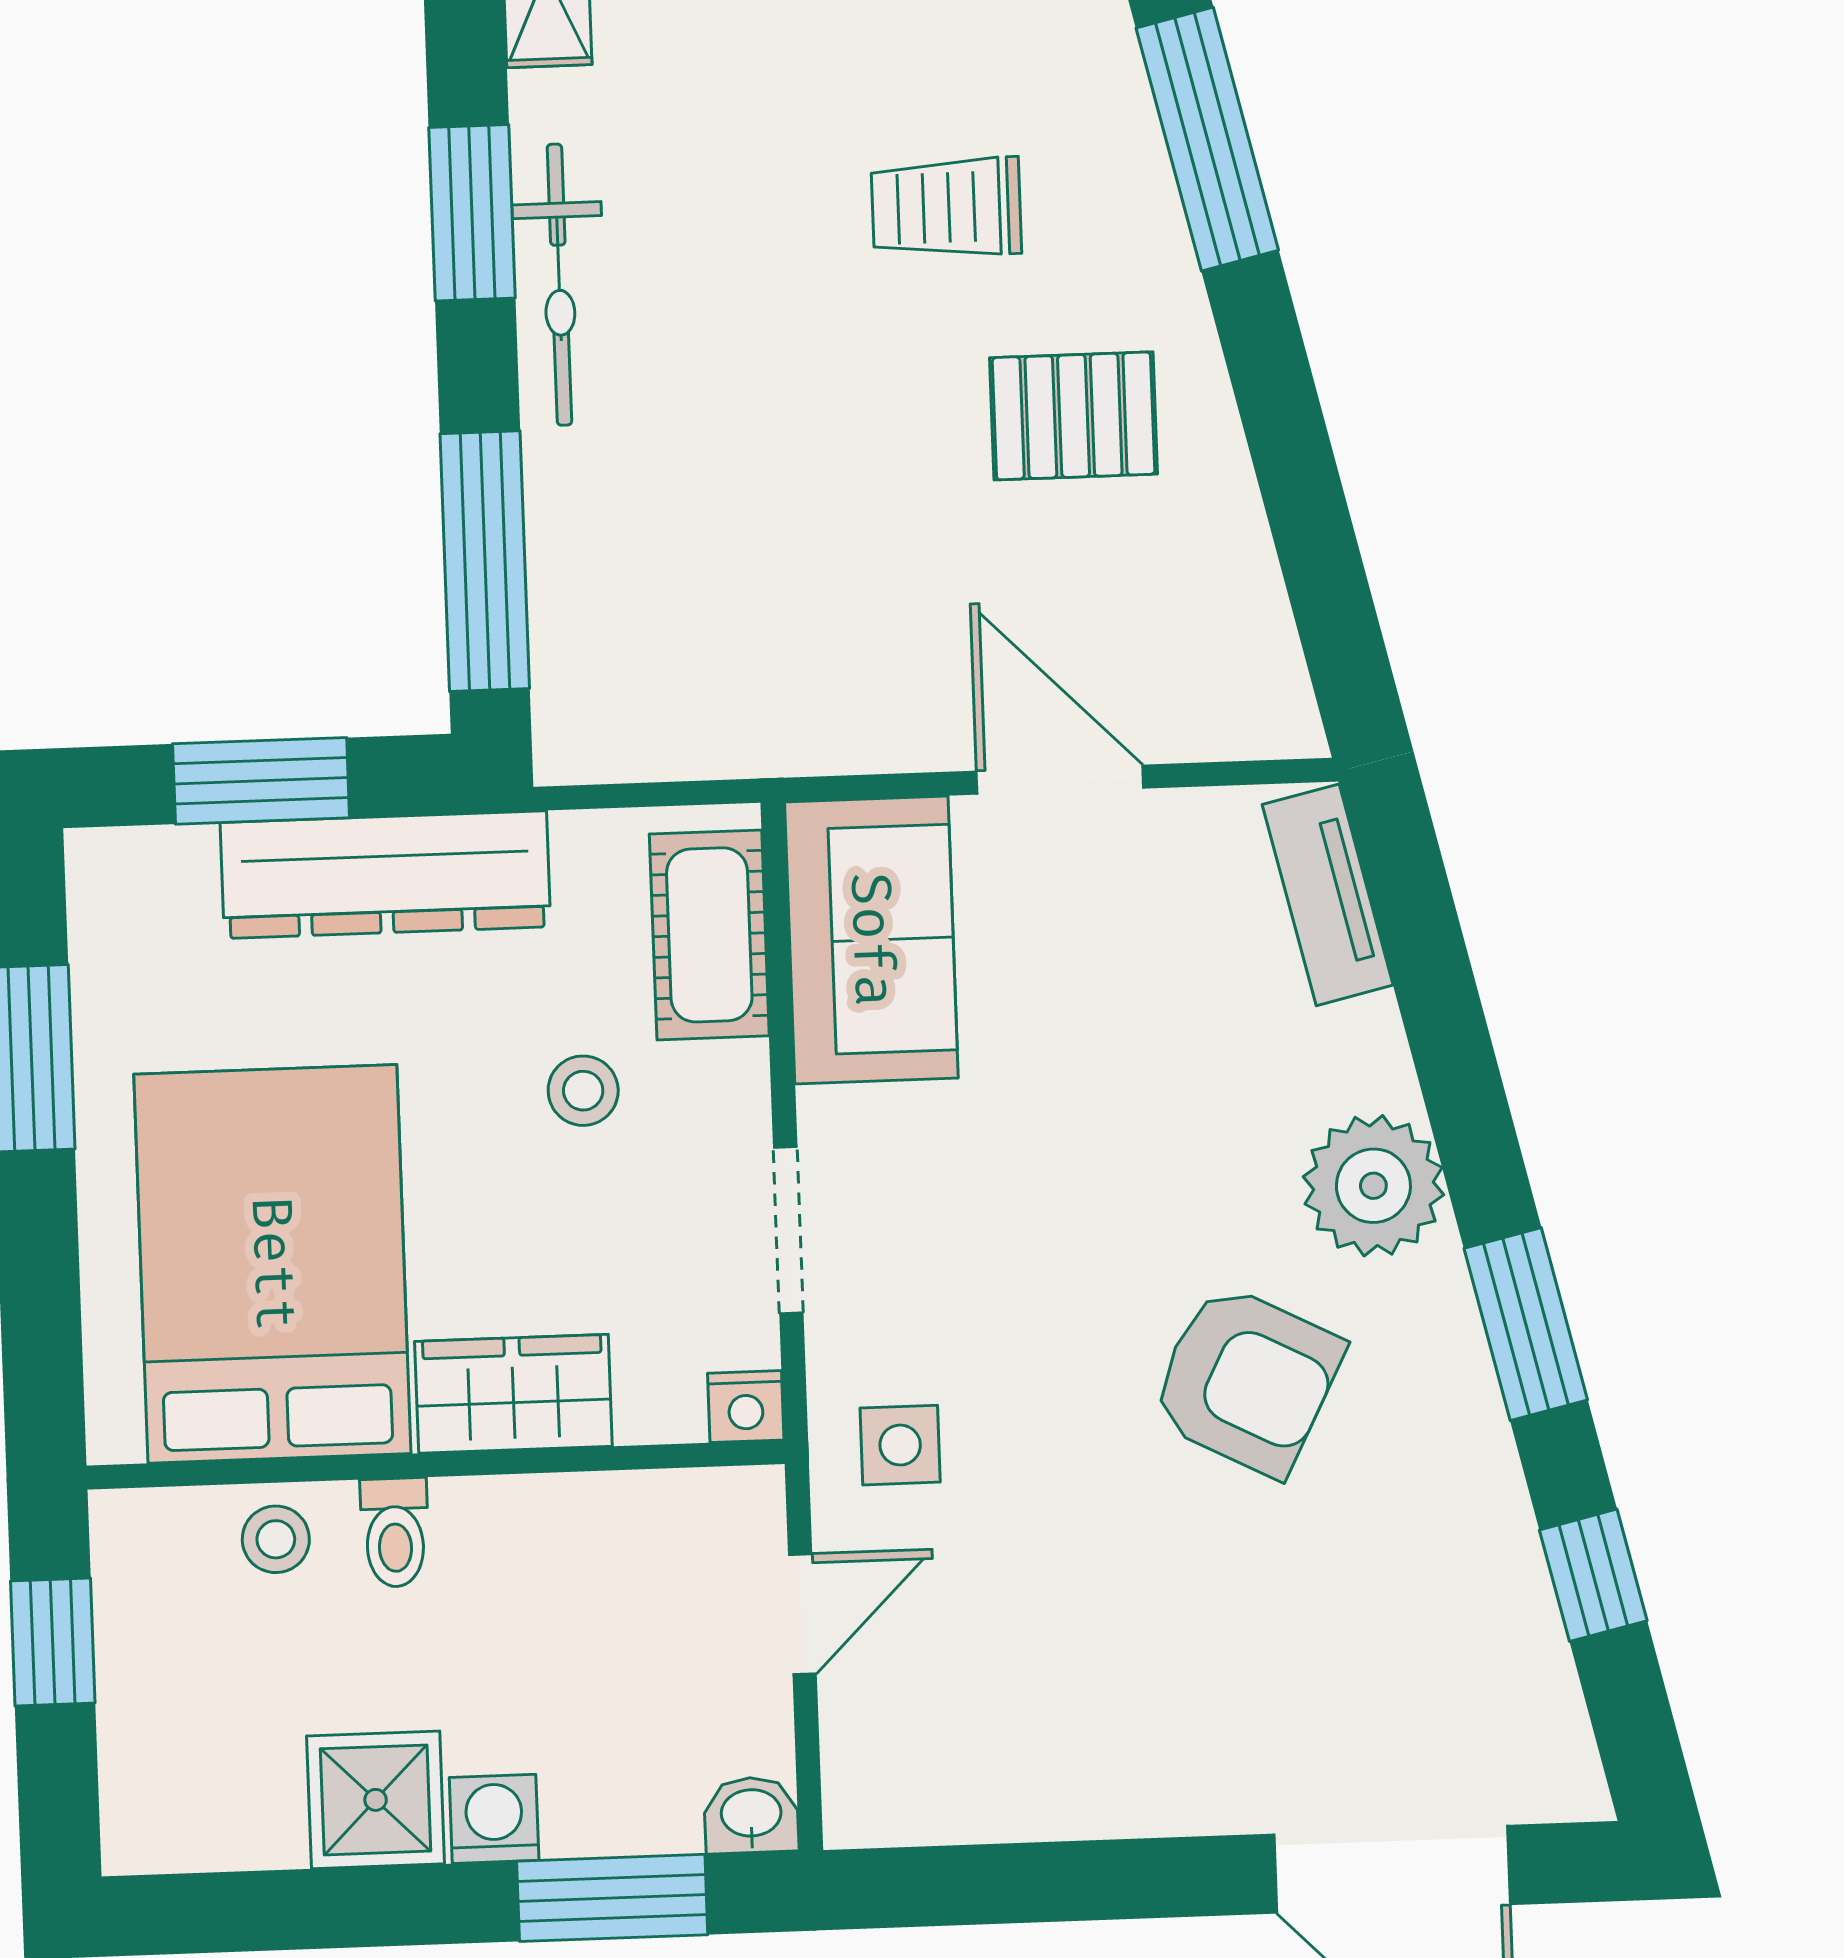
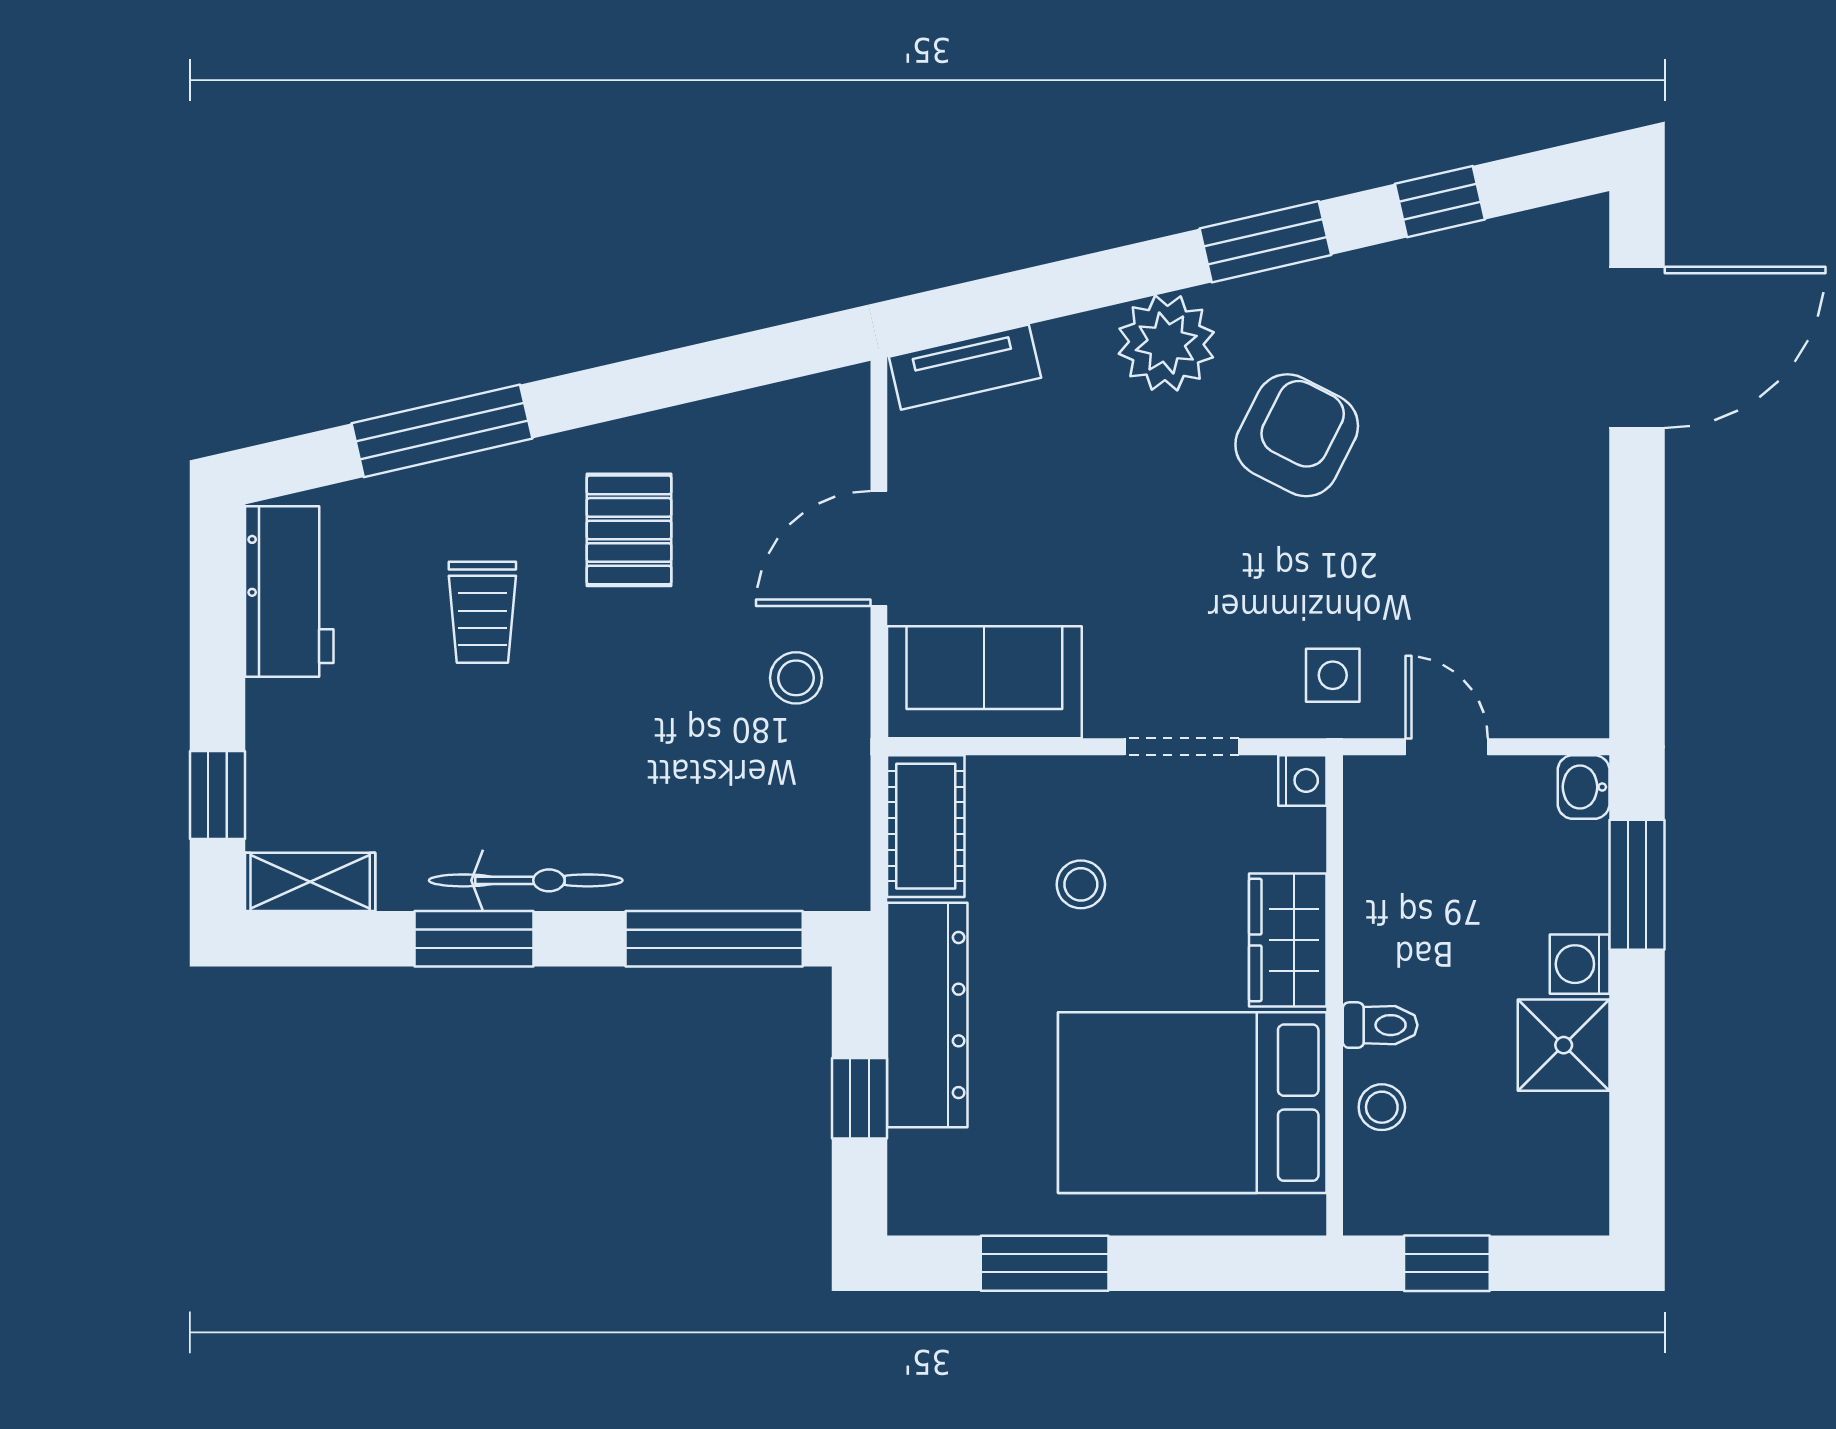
stool: (868, 666) -> (796, 678), added
window: (261, 781) -> (860, 1098), width x0.67
cot: (709, 935) -> (926, 826), moved, turned 90

